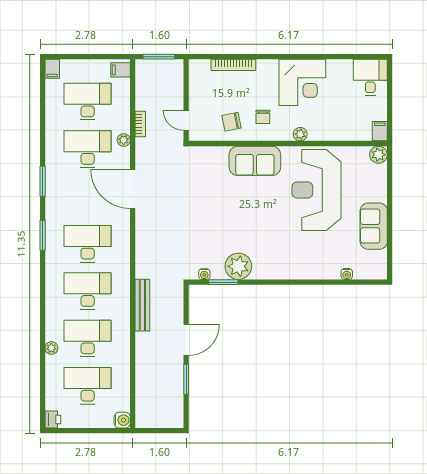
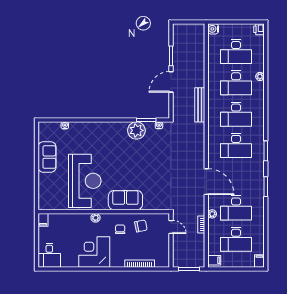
plant: (378, 155) -> (44, 204), removed

